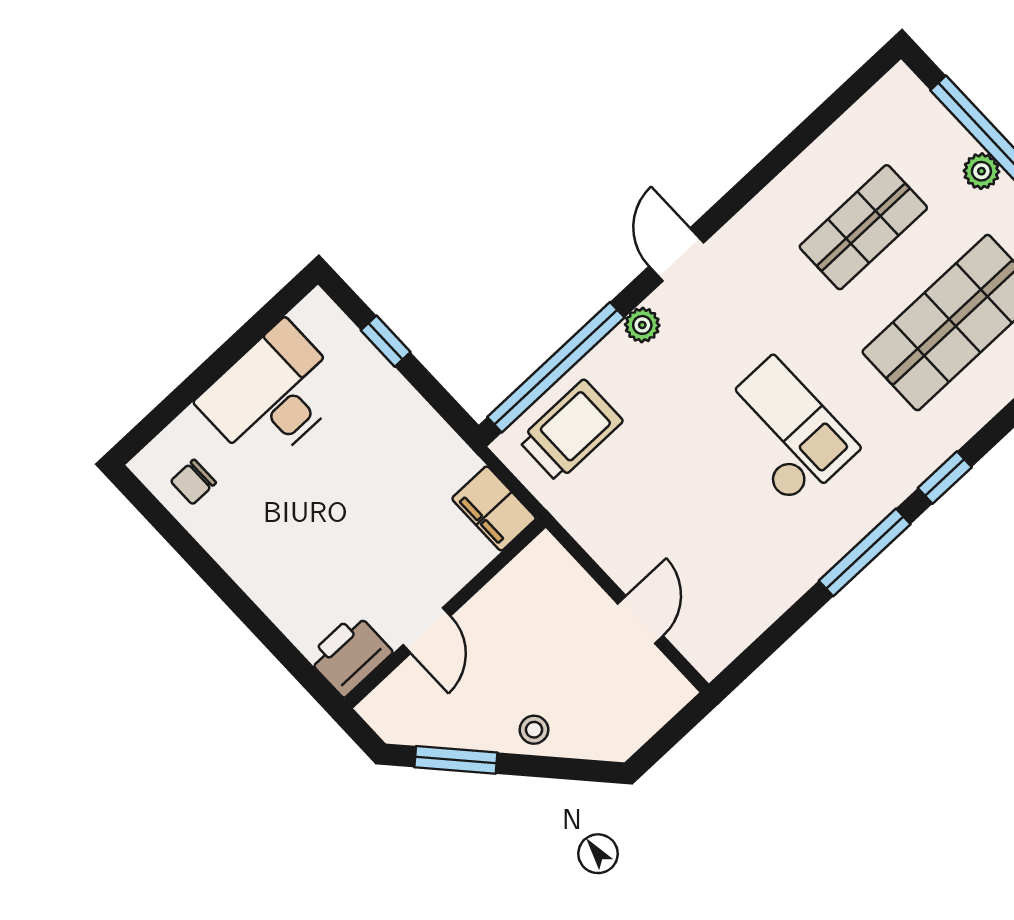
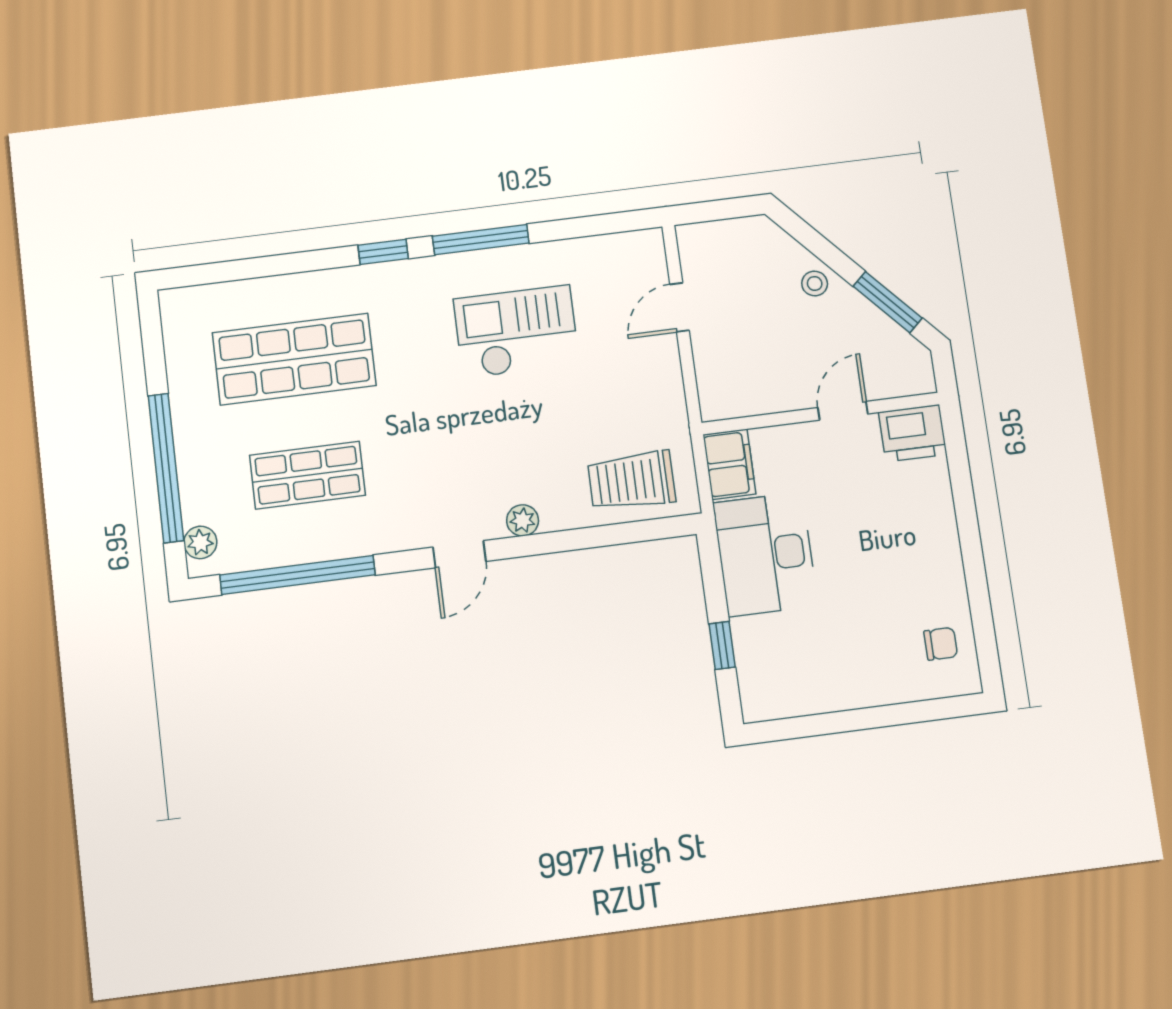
plant: (981, 171) -> (200, 542), moved
window: (556, 367) -> (298, 575), moved
desk: (273, 395) -> (765, 554), moved, turned 90
checkout: (784, 432) -> (516, 332), moved, turned 90

